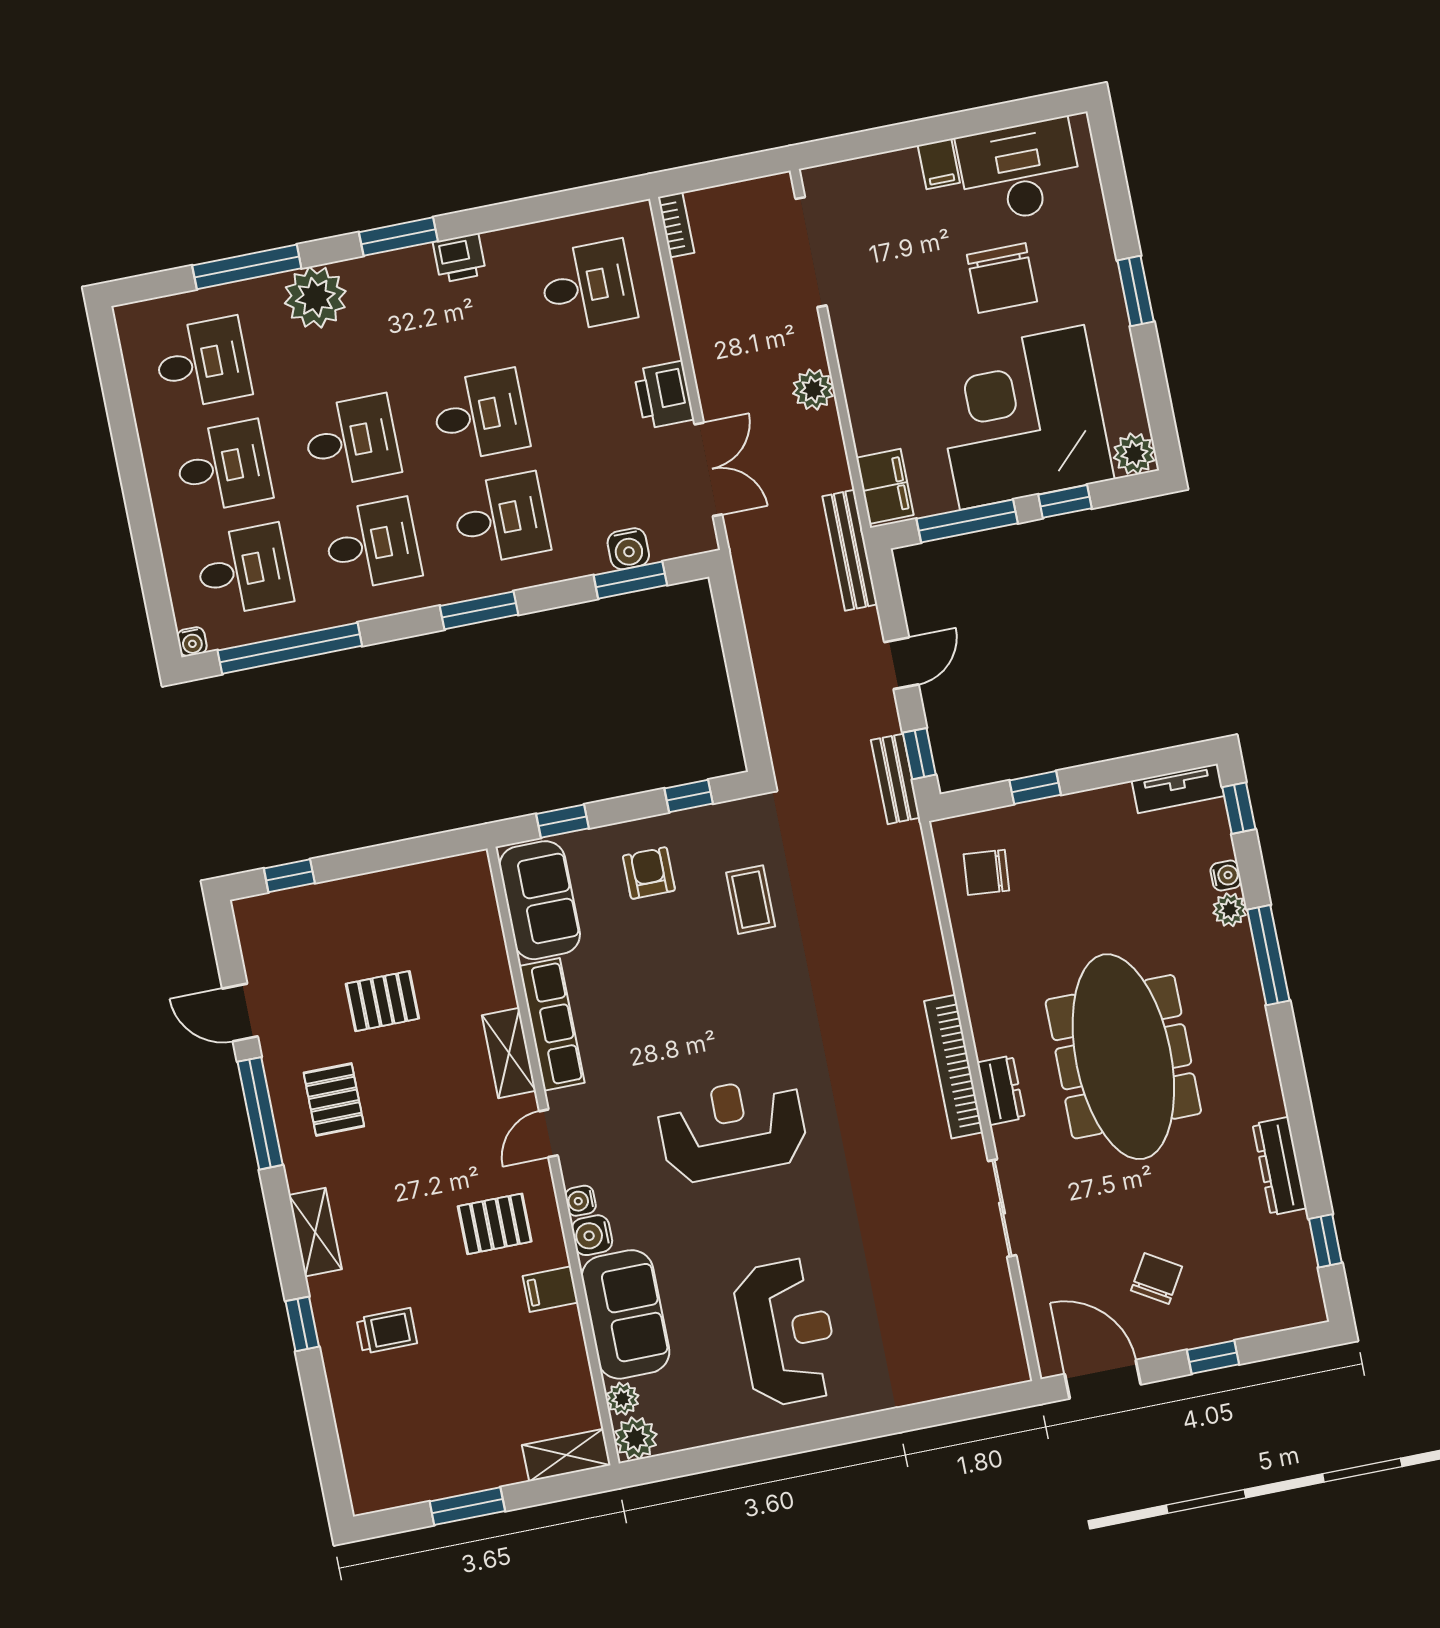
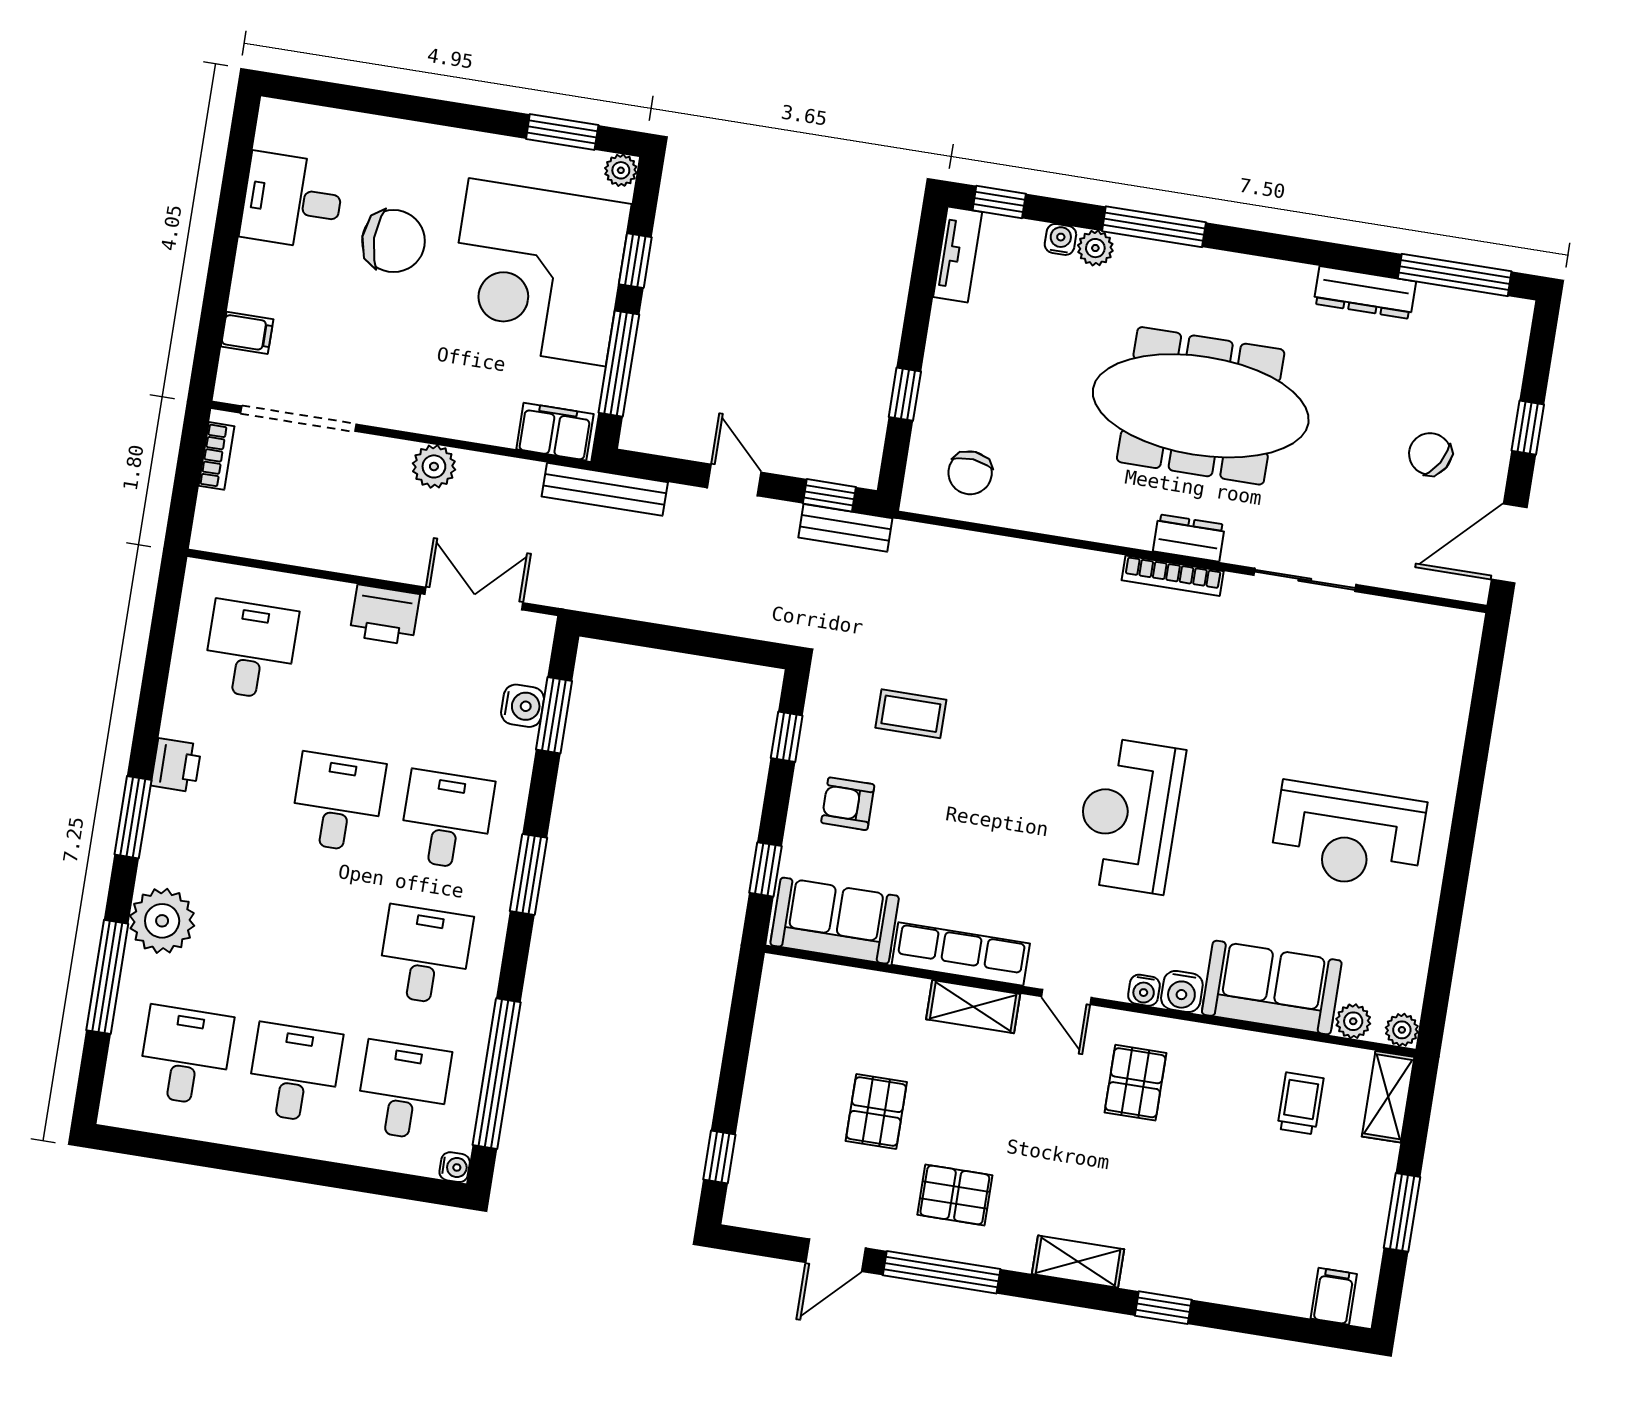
filing cabinet: (939, 164) -> (247, 333), moved
desk: (1020, 171) -> (292, 201), width x0.73
bookcase: (676, 225) -> (217, 456), moved, turned 90
window: (1136, 291) -> (562, 132), moved
desk: (351, 441) -> (316, 938), removed
plant: (1134, 454) -> (621, 170), width x0.73, depth x0.73
bookcase: (953, 1067) -> (1173, 576), width x0.68, depth x0.76
window: (1325, 1241) -> (1455, 275), width x2.17
filing cabinet: (550, 1289) -> (1334, 1296), moved, turned 180
trolley: (387, 1331) -> (1300, 1103), moved
reception desk: (787, 1332) -> (1348, 836), turned 180
plant: (636, 1438) -> (1402, 1030), width x0.73, depth x0.73

